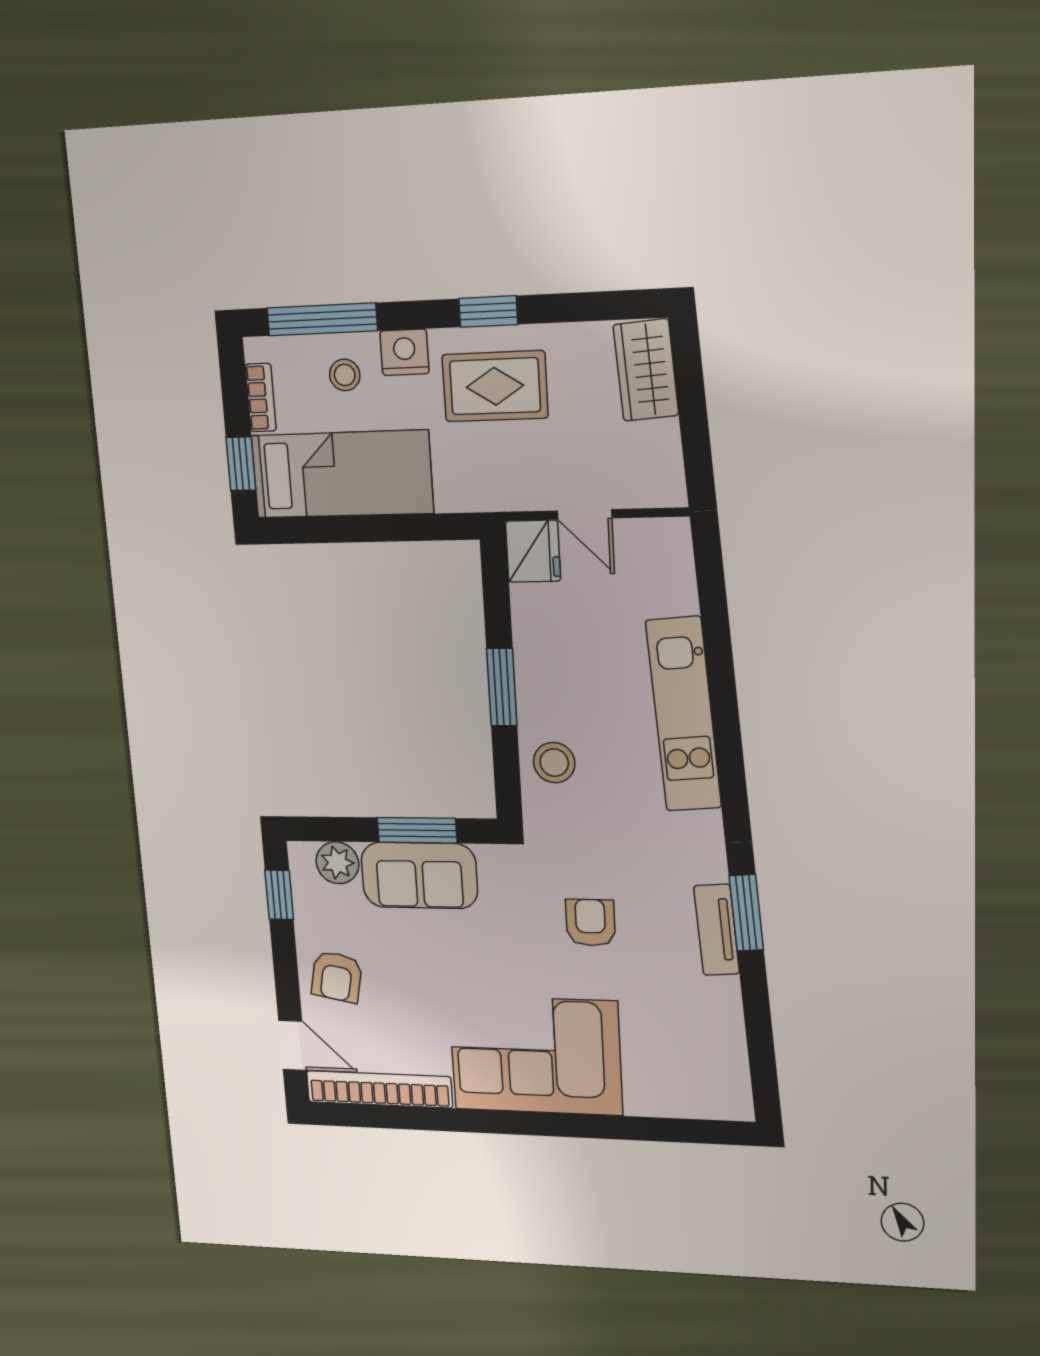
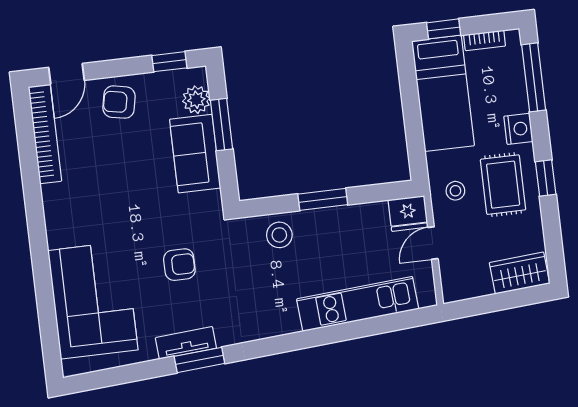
stool: (345, 375) -> (455, 191), moved
kitchen unit: (684, 715) -> (358, 304), moved
window: (417, 830) -> (222, 125), moved
corner sofa: (535, 1055) -> (93, 300), moved

